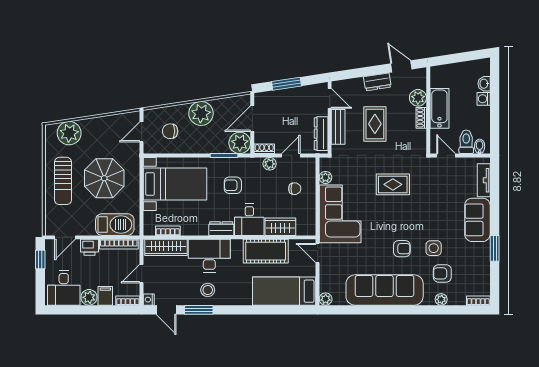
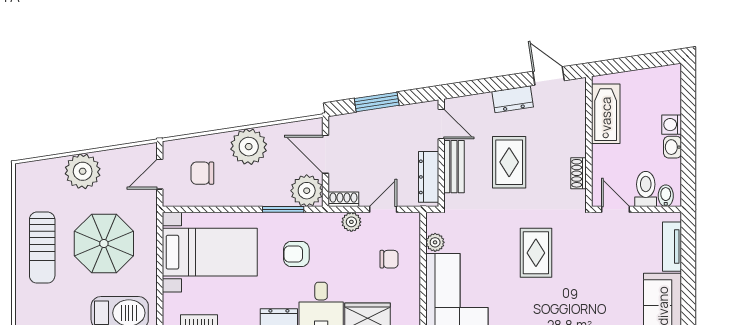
washbasin: (484, 84) -> (673, 147), moved
plant: (418, 98) -> (574, 123), removed
bathtub: (439, 108) -> (606, 114), moved
shoe rack: (421, 118) -> (578, 173), moved
door: (252, 119) -> (325, 154), hinge flipped
plant: (69, 133) -> (83, 171), moved
rug: (393, 184) -> (536, 253), turned 90

